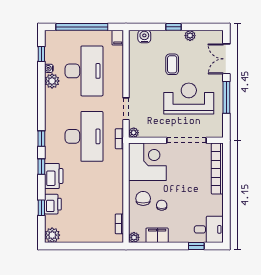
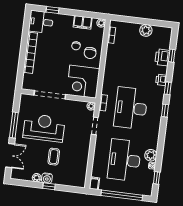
water cooler: (144, 36) -> (47, 178), moved
reception desk: (189, 99) -> (44, 128), turned 180
bookcase: (217, 169) -> (30, 53), moved
printer: (54, 176) -> (161, 80), width x0.53, depth x0.68
plant: (52, 235) -> (146, 30), moved

